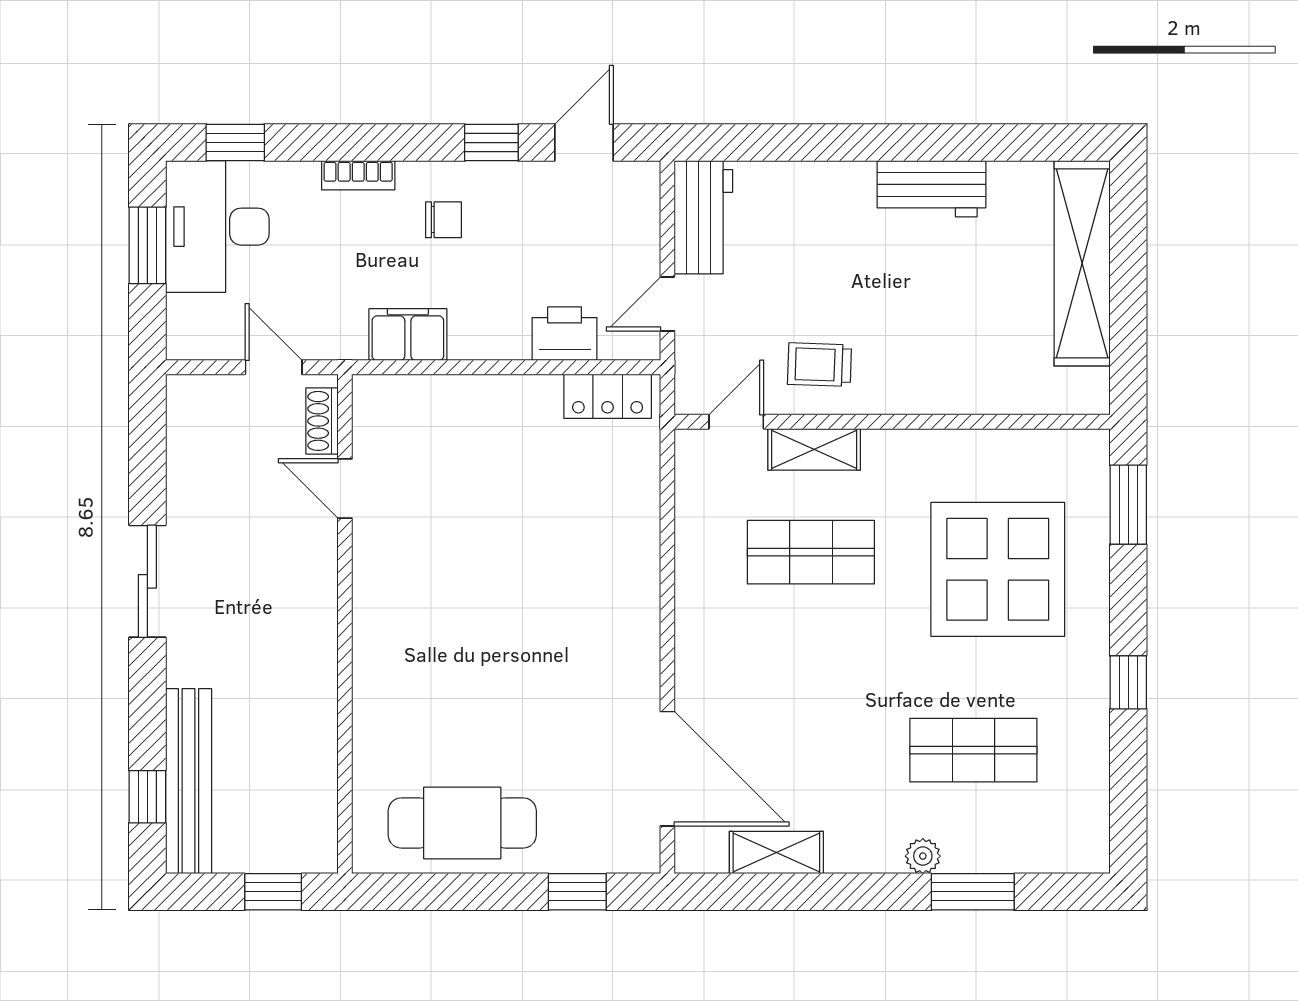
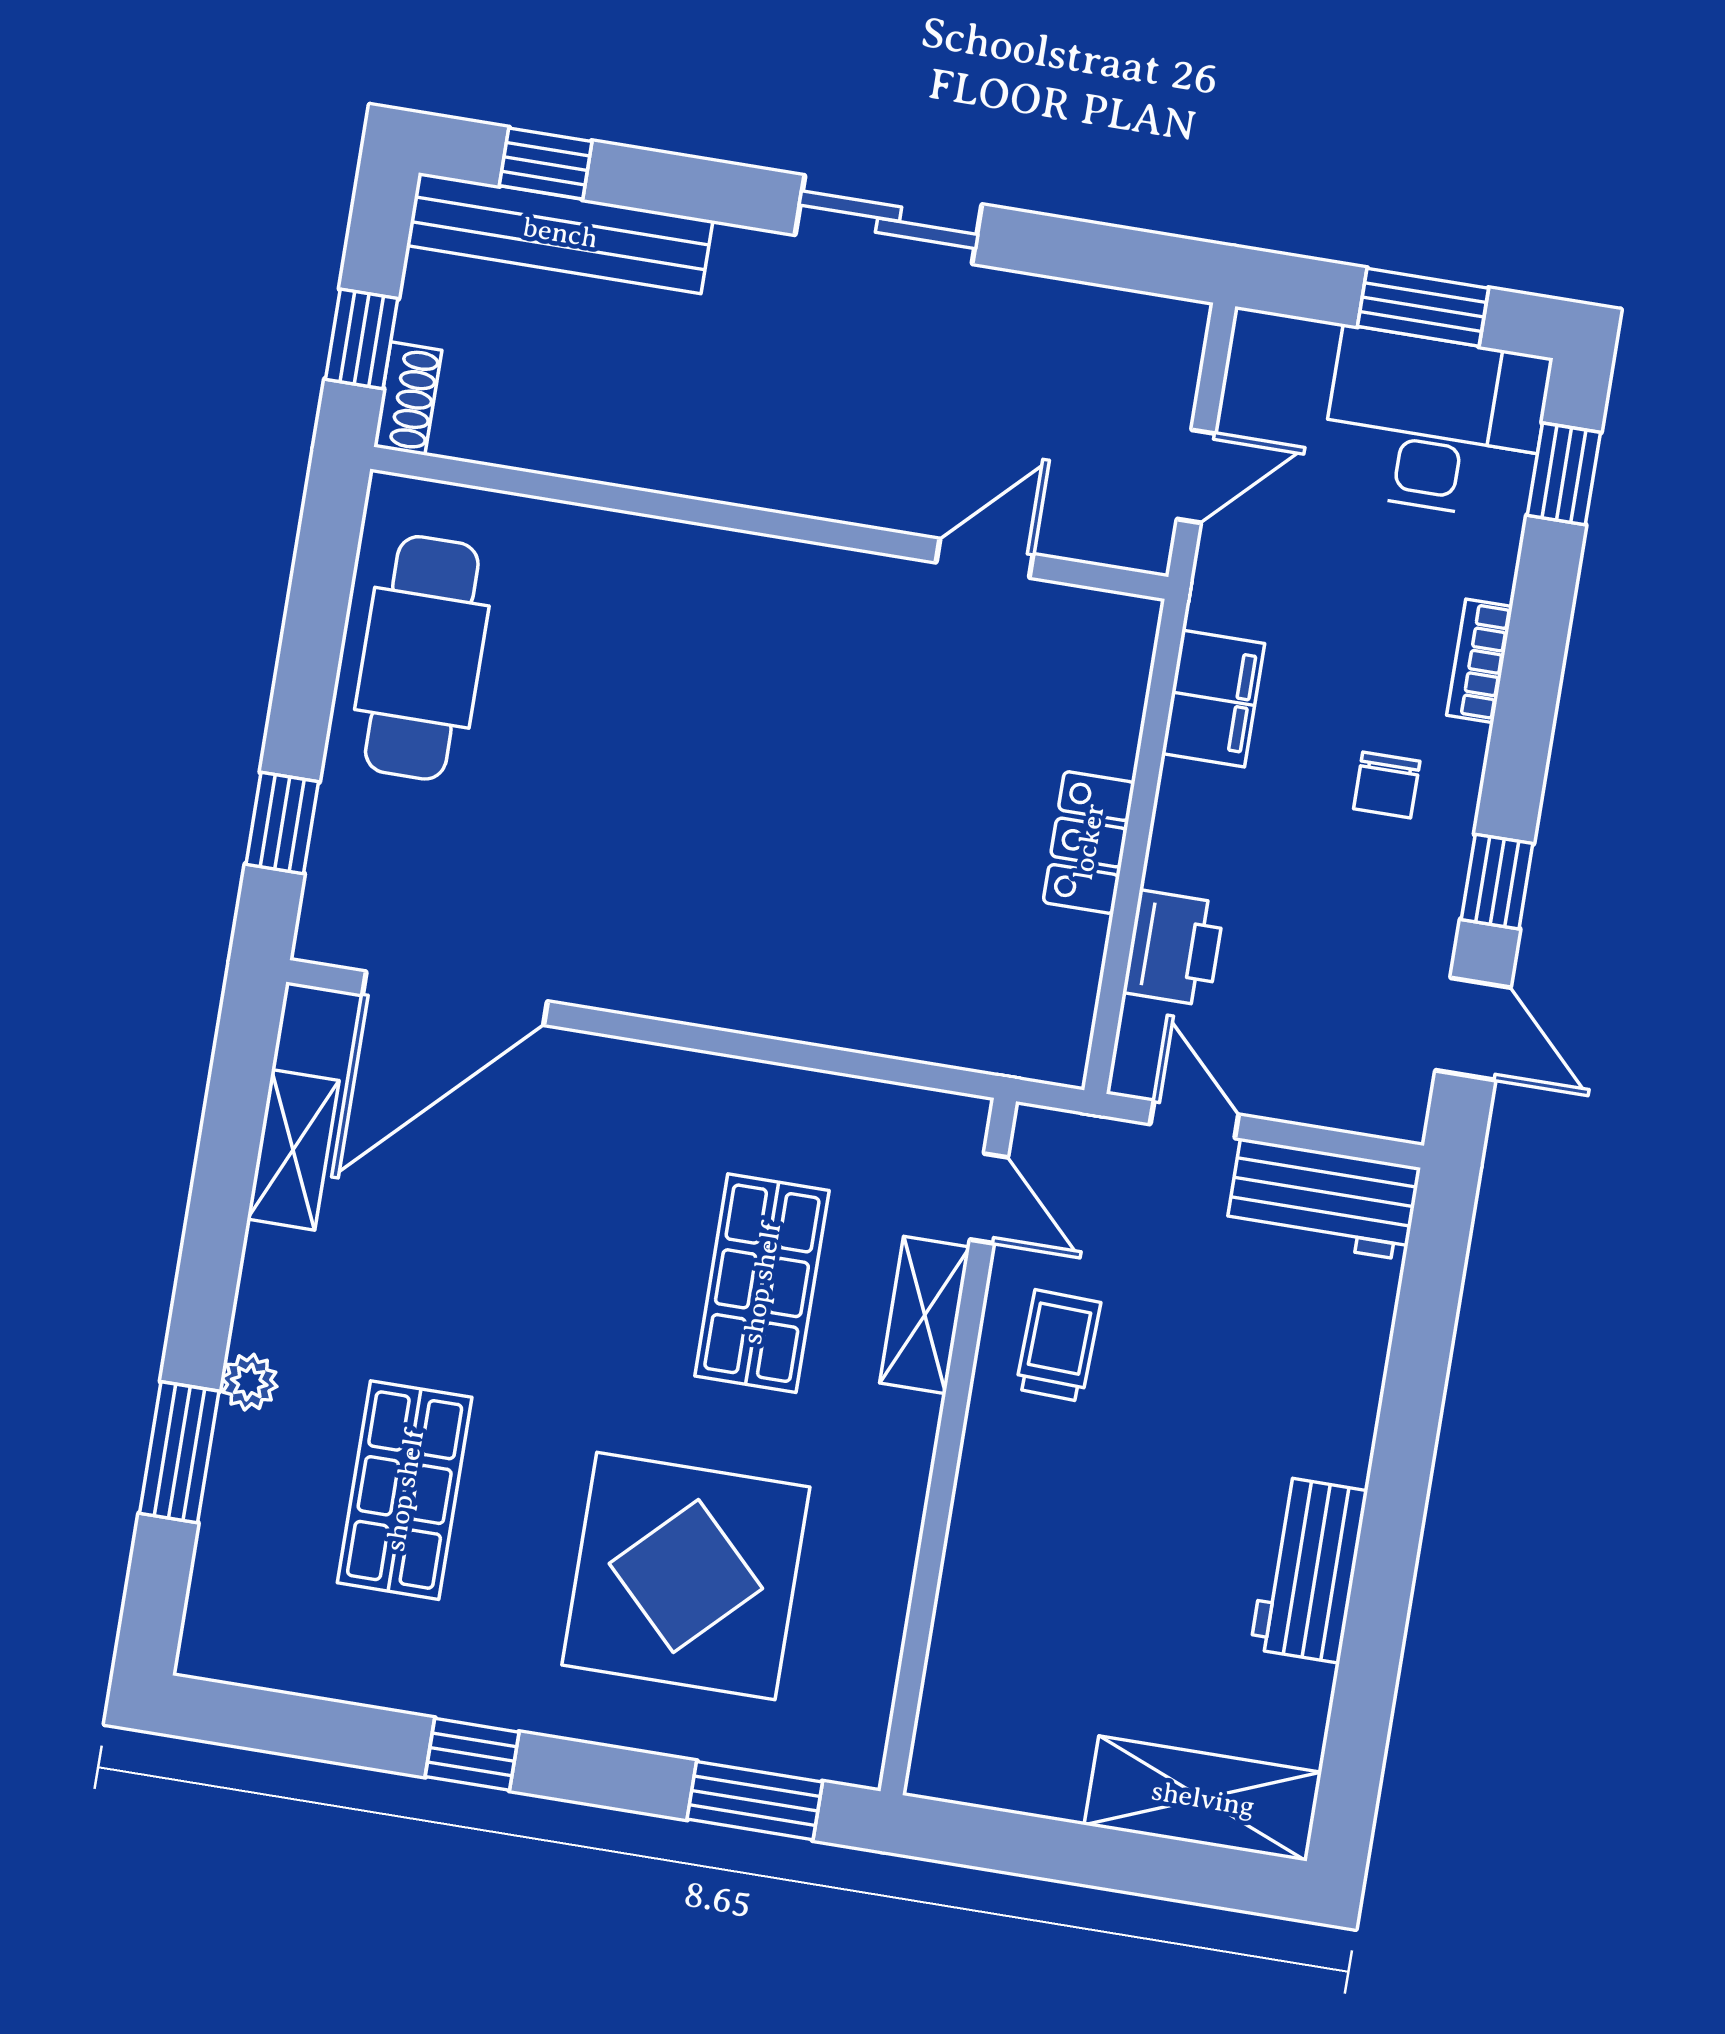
shelving: (1082, 263) -> (1203, 1799), width x0.68
locker: (608, 396) -> (1089, 842), moved
shoe rack: (322, 421) -> (408, 399), moved, turned 90

